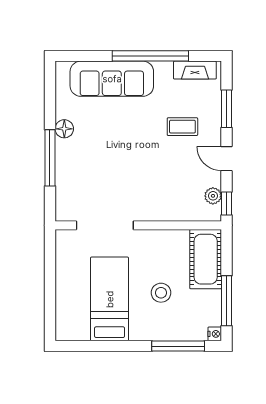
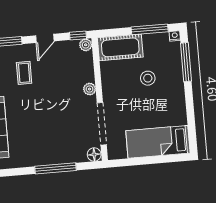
floor lamp: (64, 129) -> (94, 155), moved
plant: (213, 196) -> (86, 45), moved
plant: (153, 213) -> (90, 89), added
bed: (110, 299) -> (158, 142), moved

